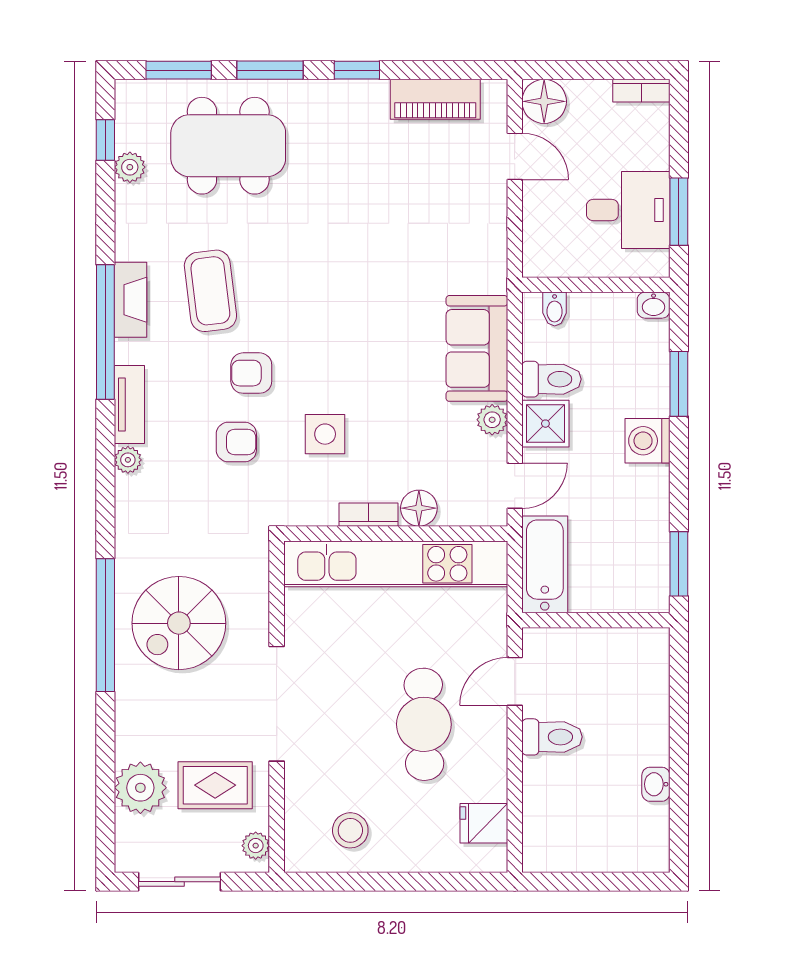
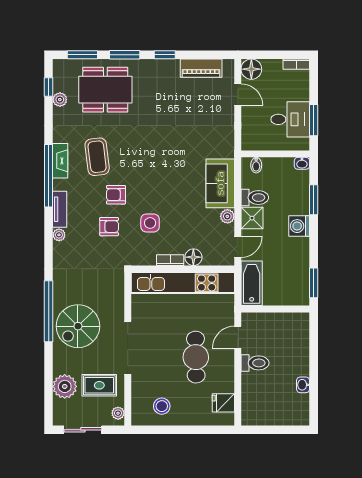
spiral stairs: (179, 623) -> (78, 326), moved

